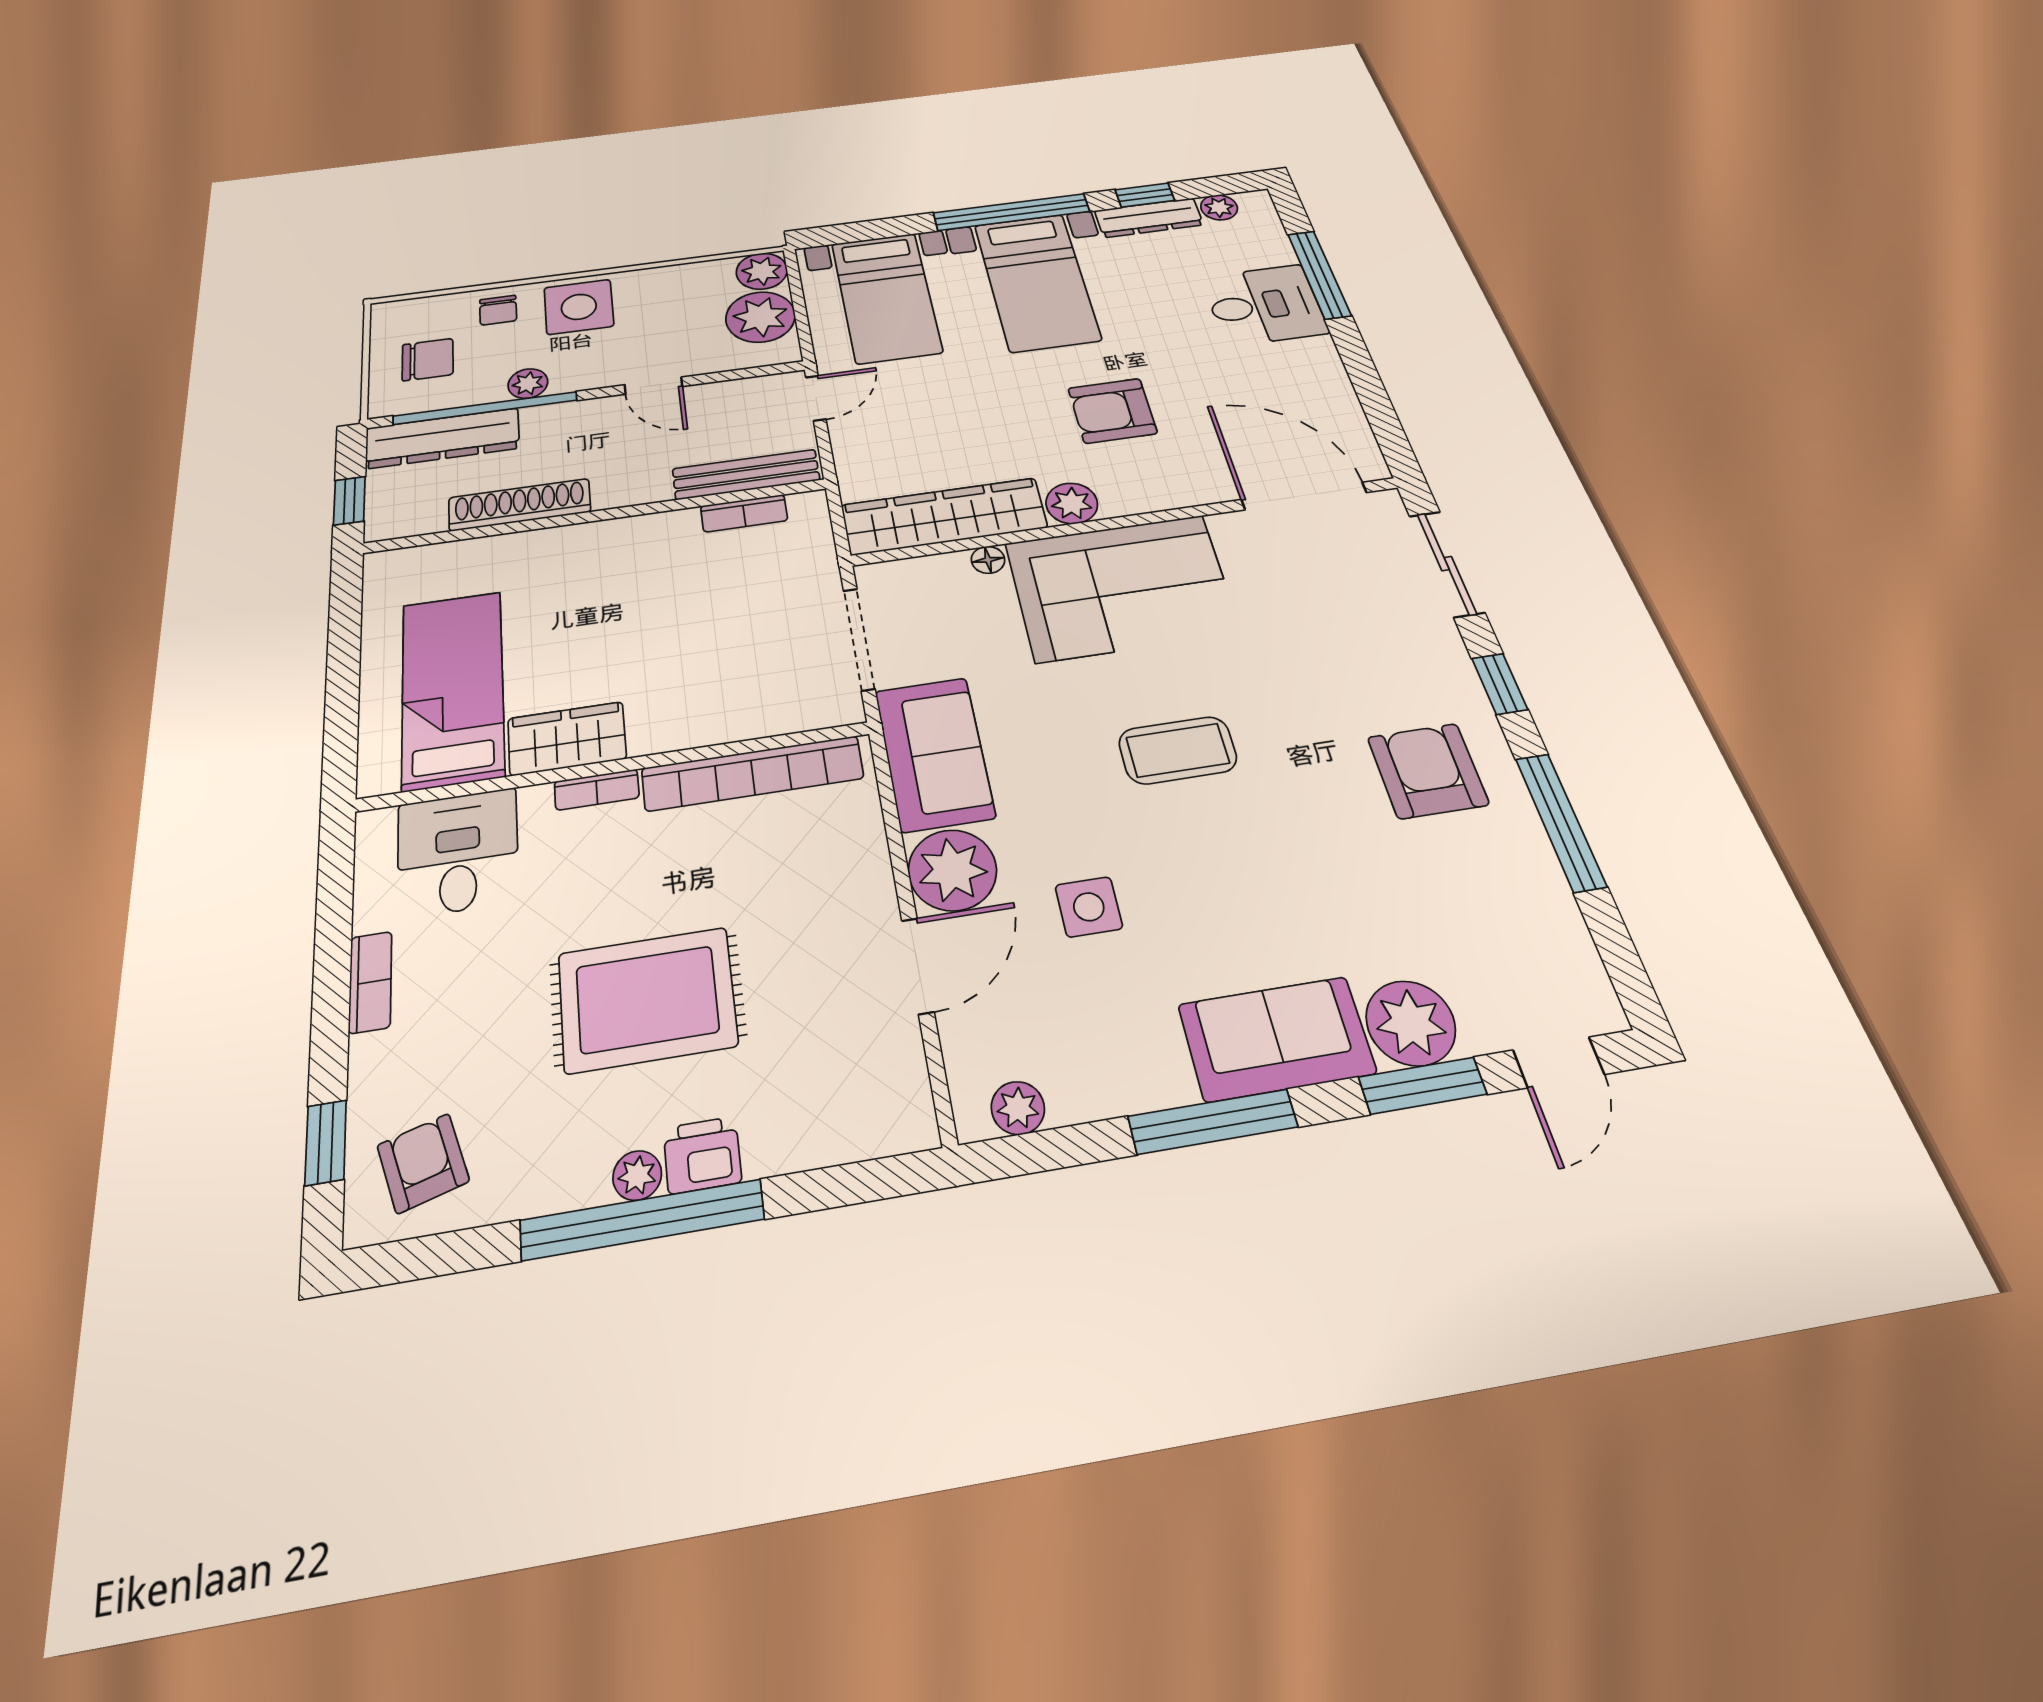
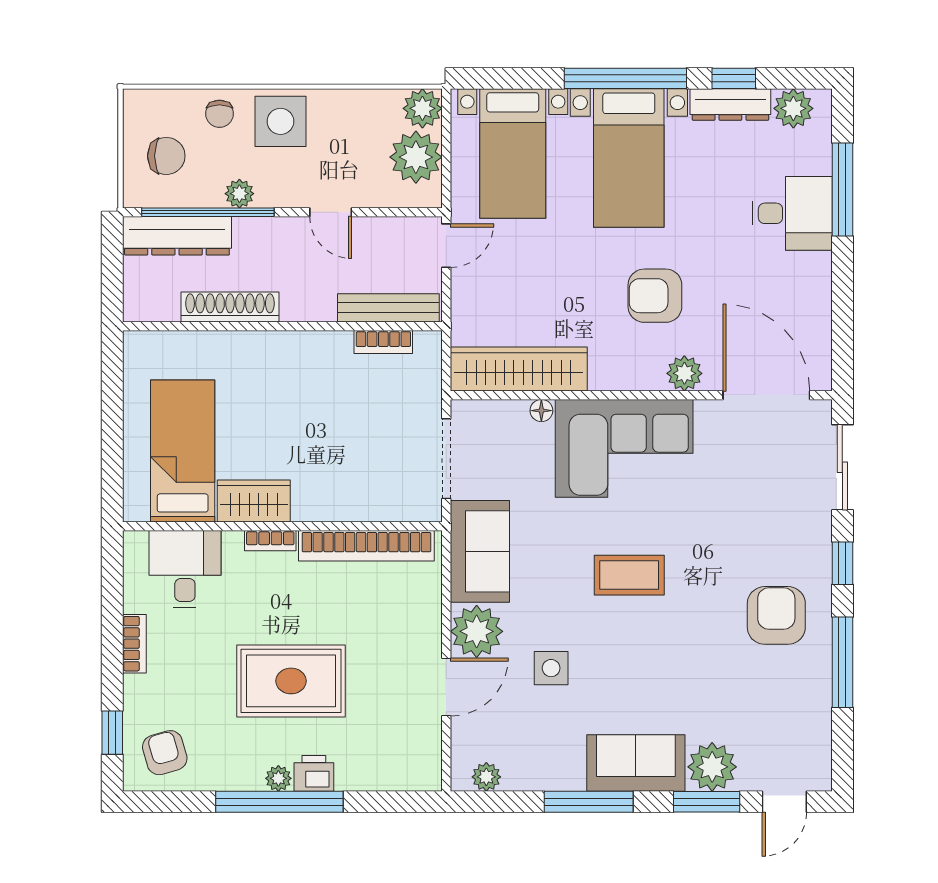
plant: (1219, 207) -> (793, 108), width x1.38, depth x1.38
window: (349, 501) -> (112, 282), removed
plant: (1072, 503) -> (684, 373), moved

